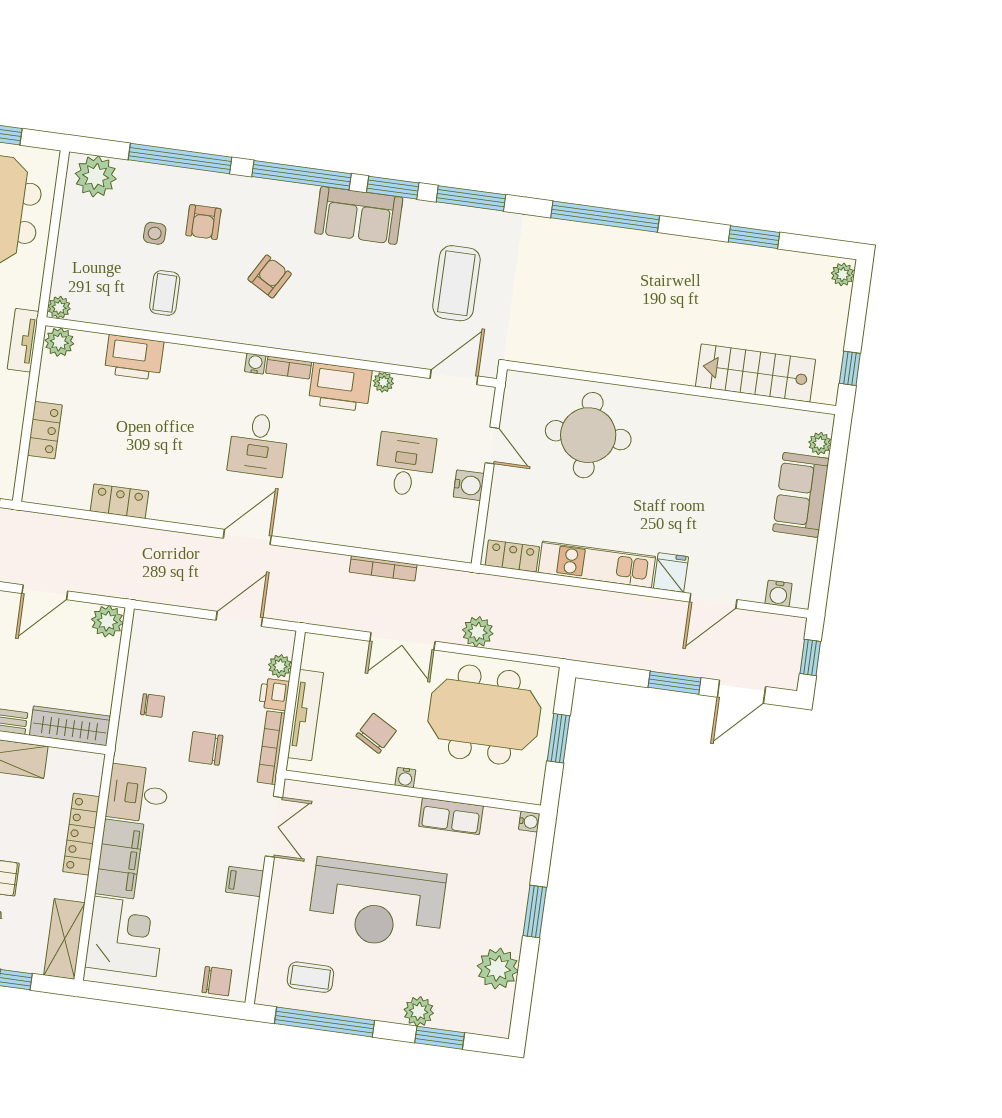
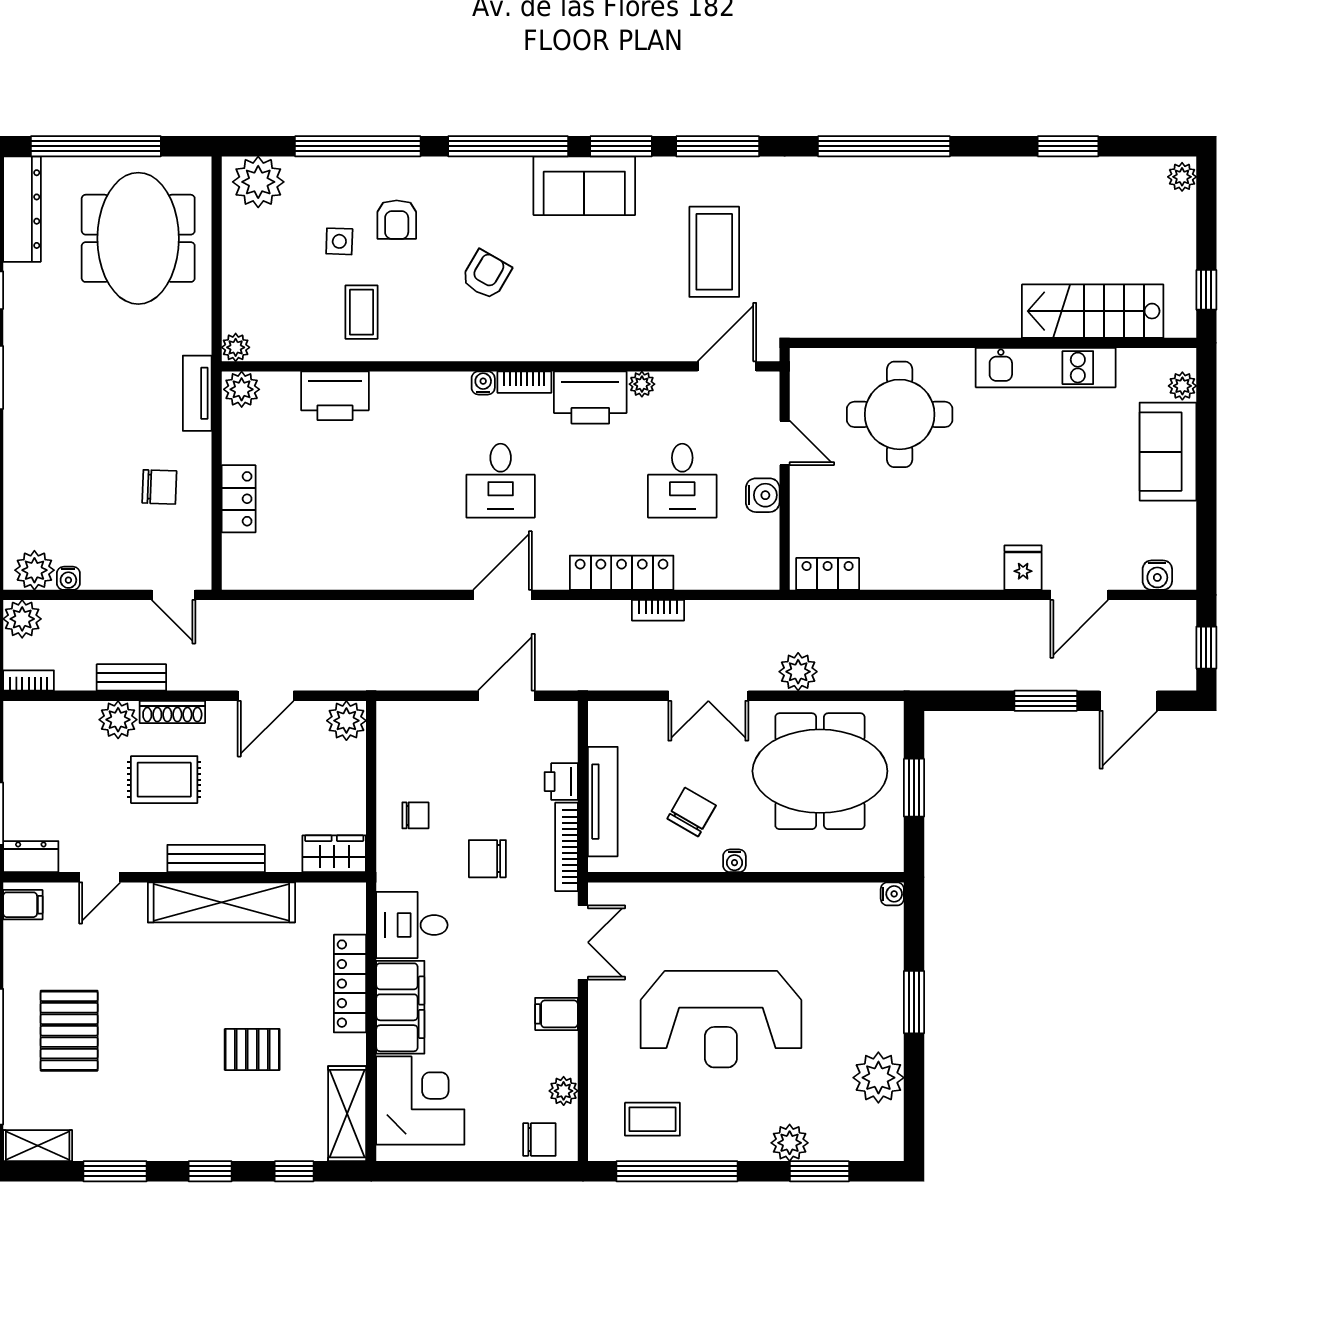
desk: (405, 465) -> (682, 481), turned 180
locker: (119, 501) -> (622, 573), moved, width x1.53
kitchen unit: (597, 564) -> (1046, 368), moved, turned 180
bookcase: (383, 568) -> (658, 610), width x0.64
plant: (280, 666) -> (564, 1091), moved
wardrobe: (70, 726) -> (334, 854), width x0.67
row of seats: (451, 816) -> (796, 900), removed

